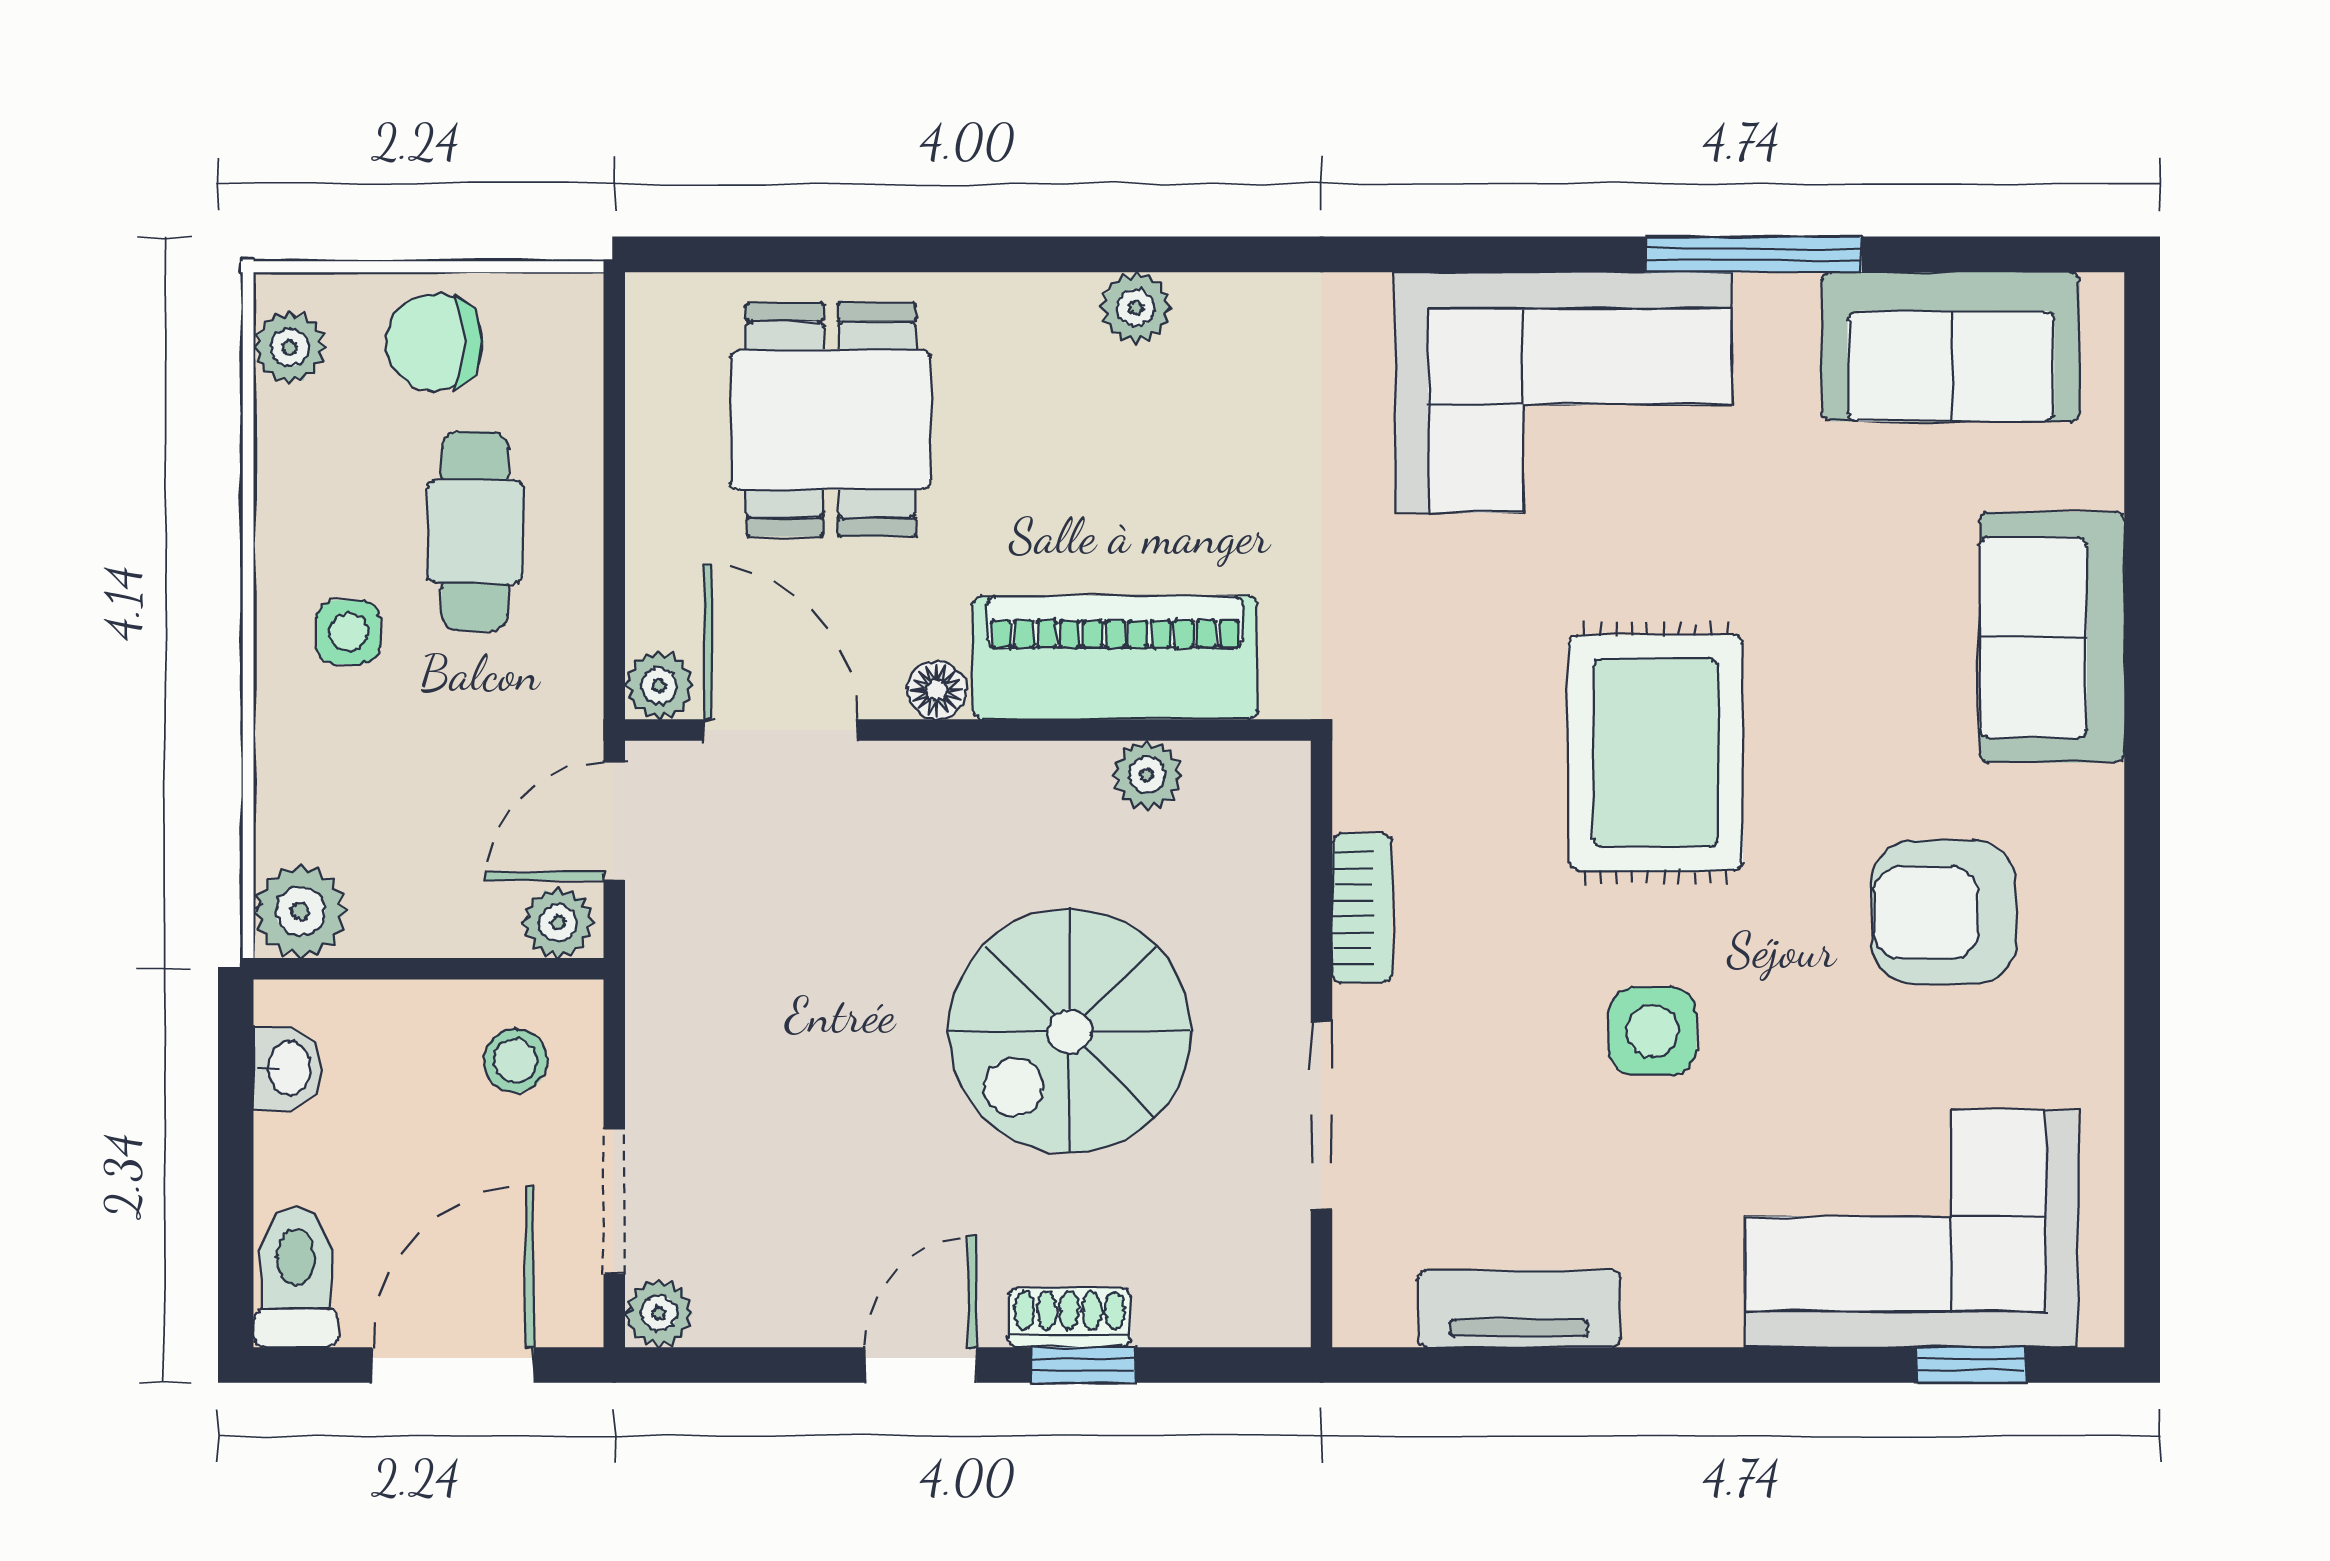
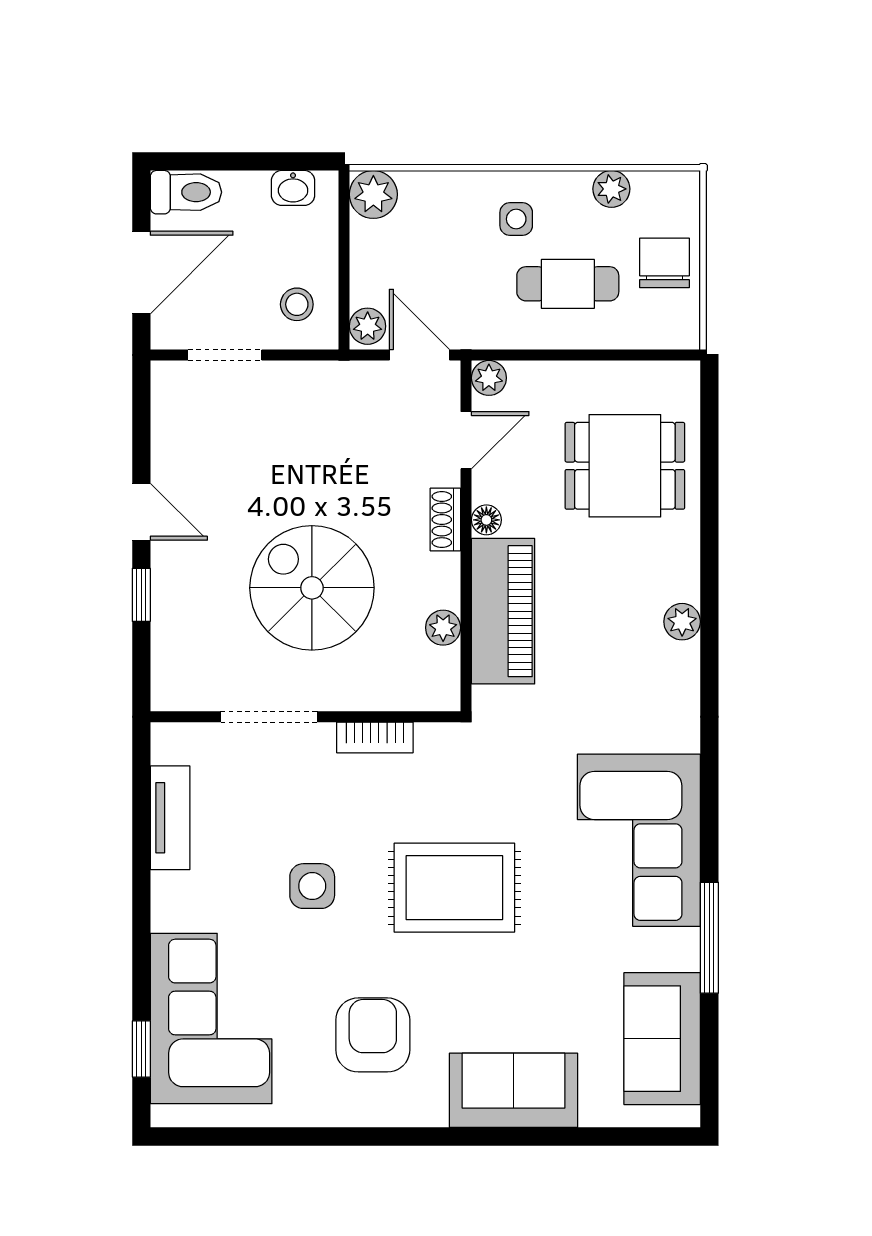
plant: (290, 347) -> (611, 189), moved
door: (781, 730) -> (466, 440), width x0.73
plant: (659, 1313) -> (168, 378), removed
shoe rack: (1069, 1318) -> (445, 520), moved, turned 180
door: (453, 1365) -> (141, 272), hinge flipped

